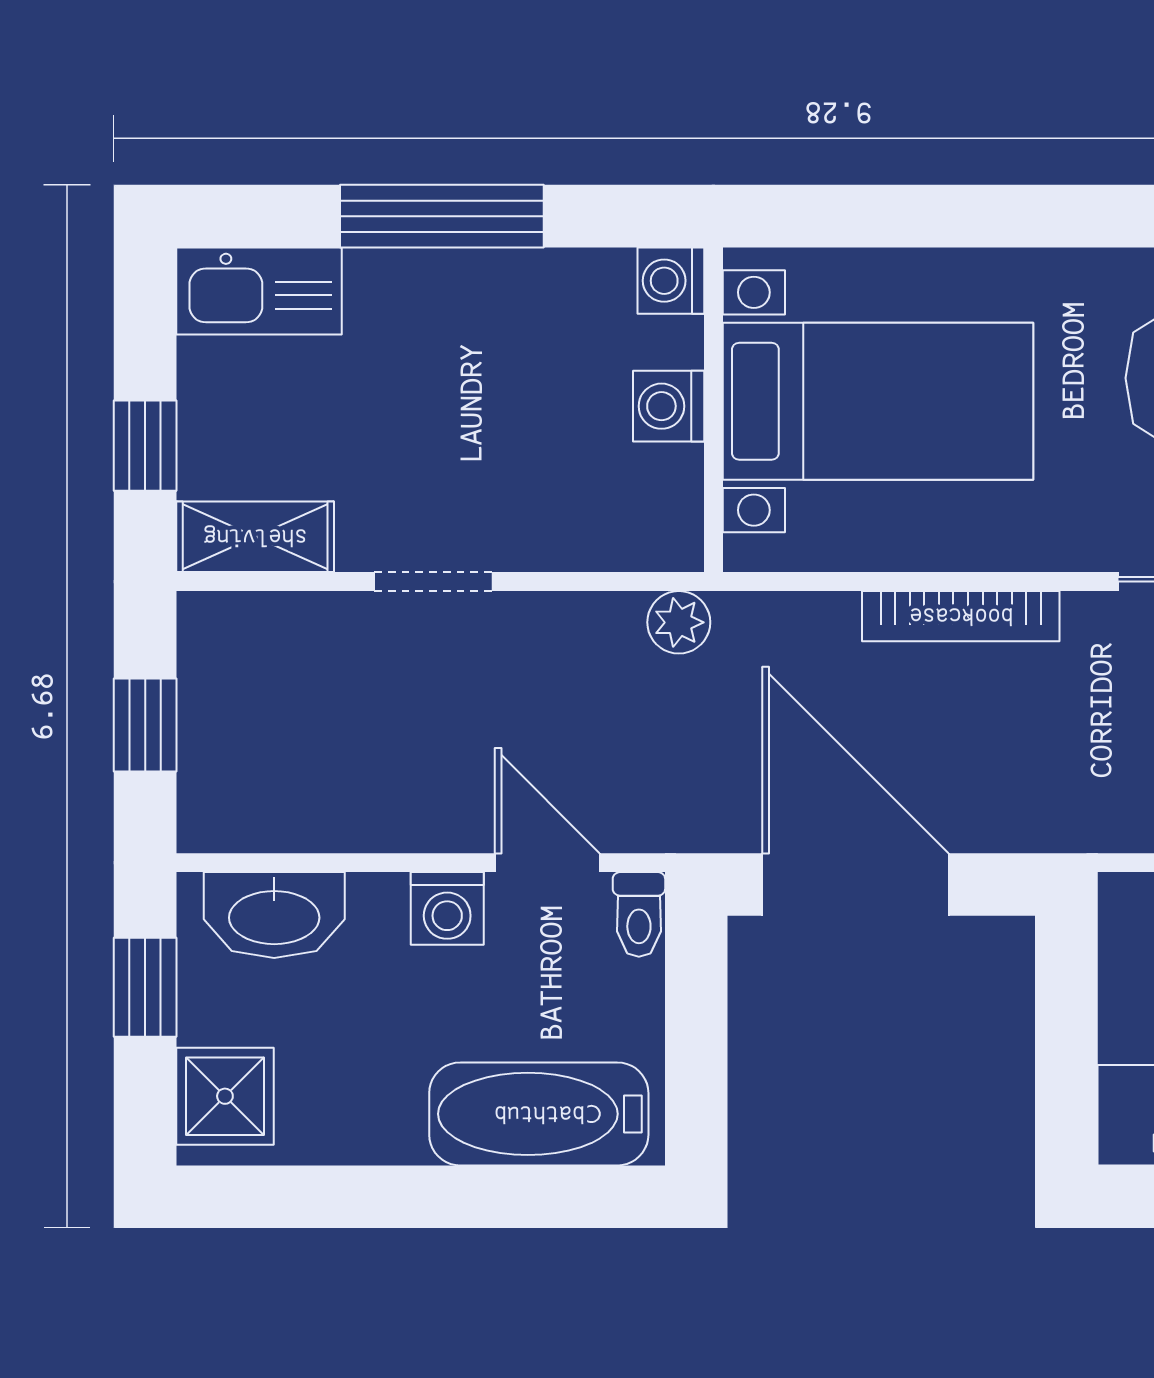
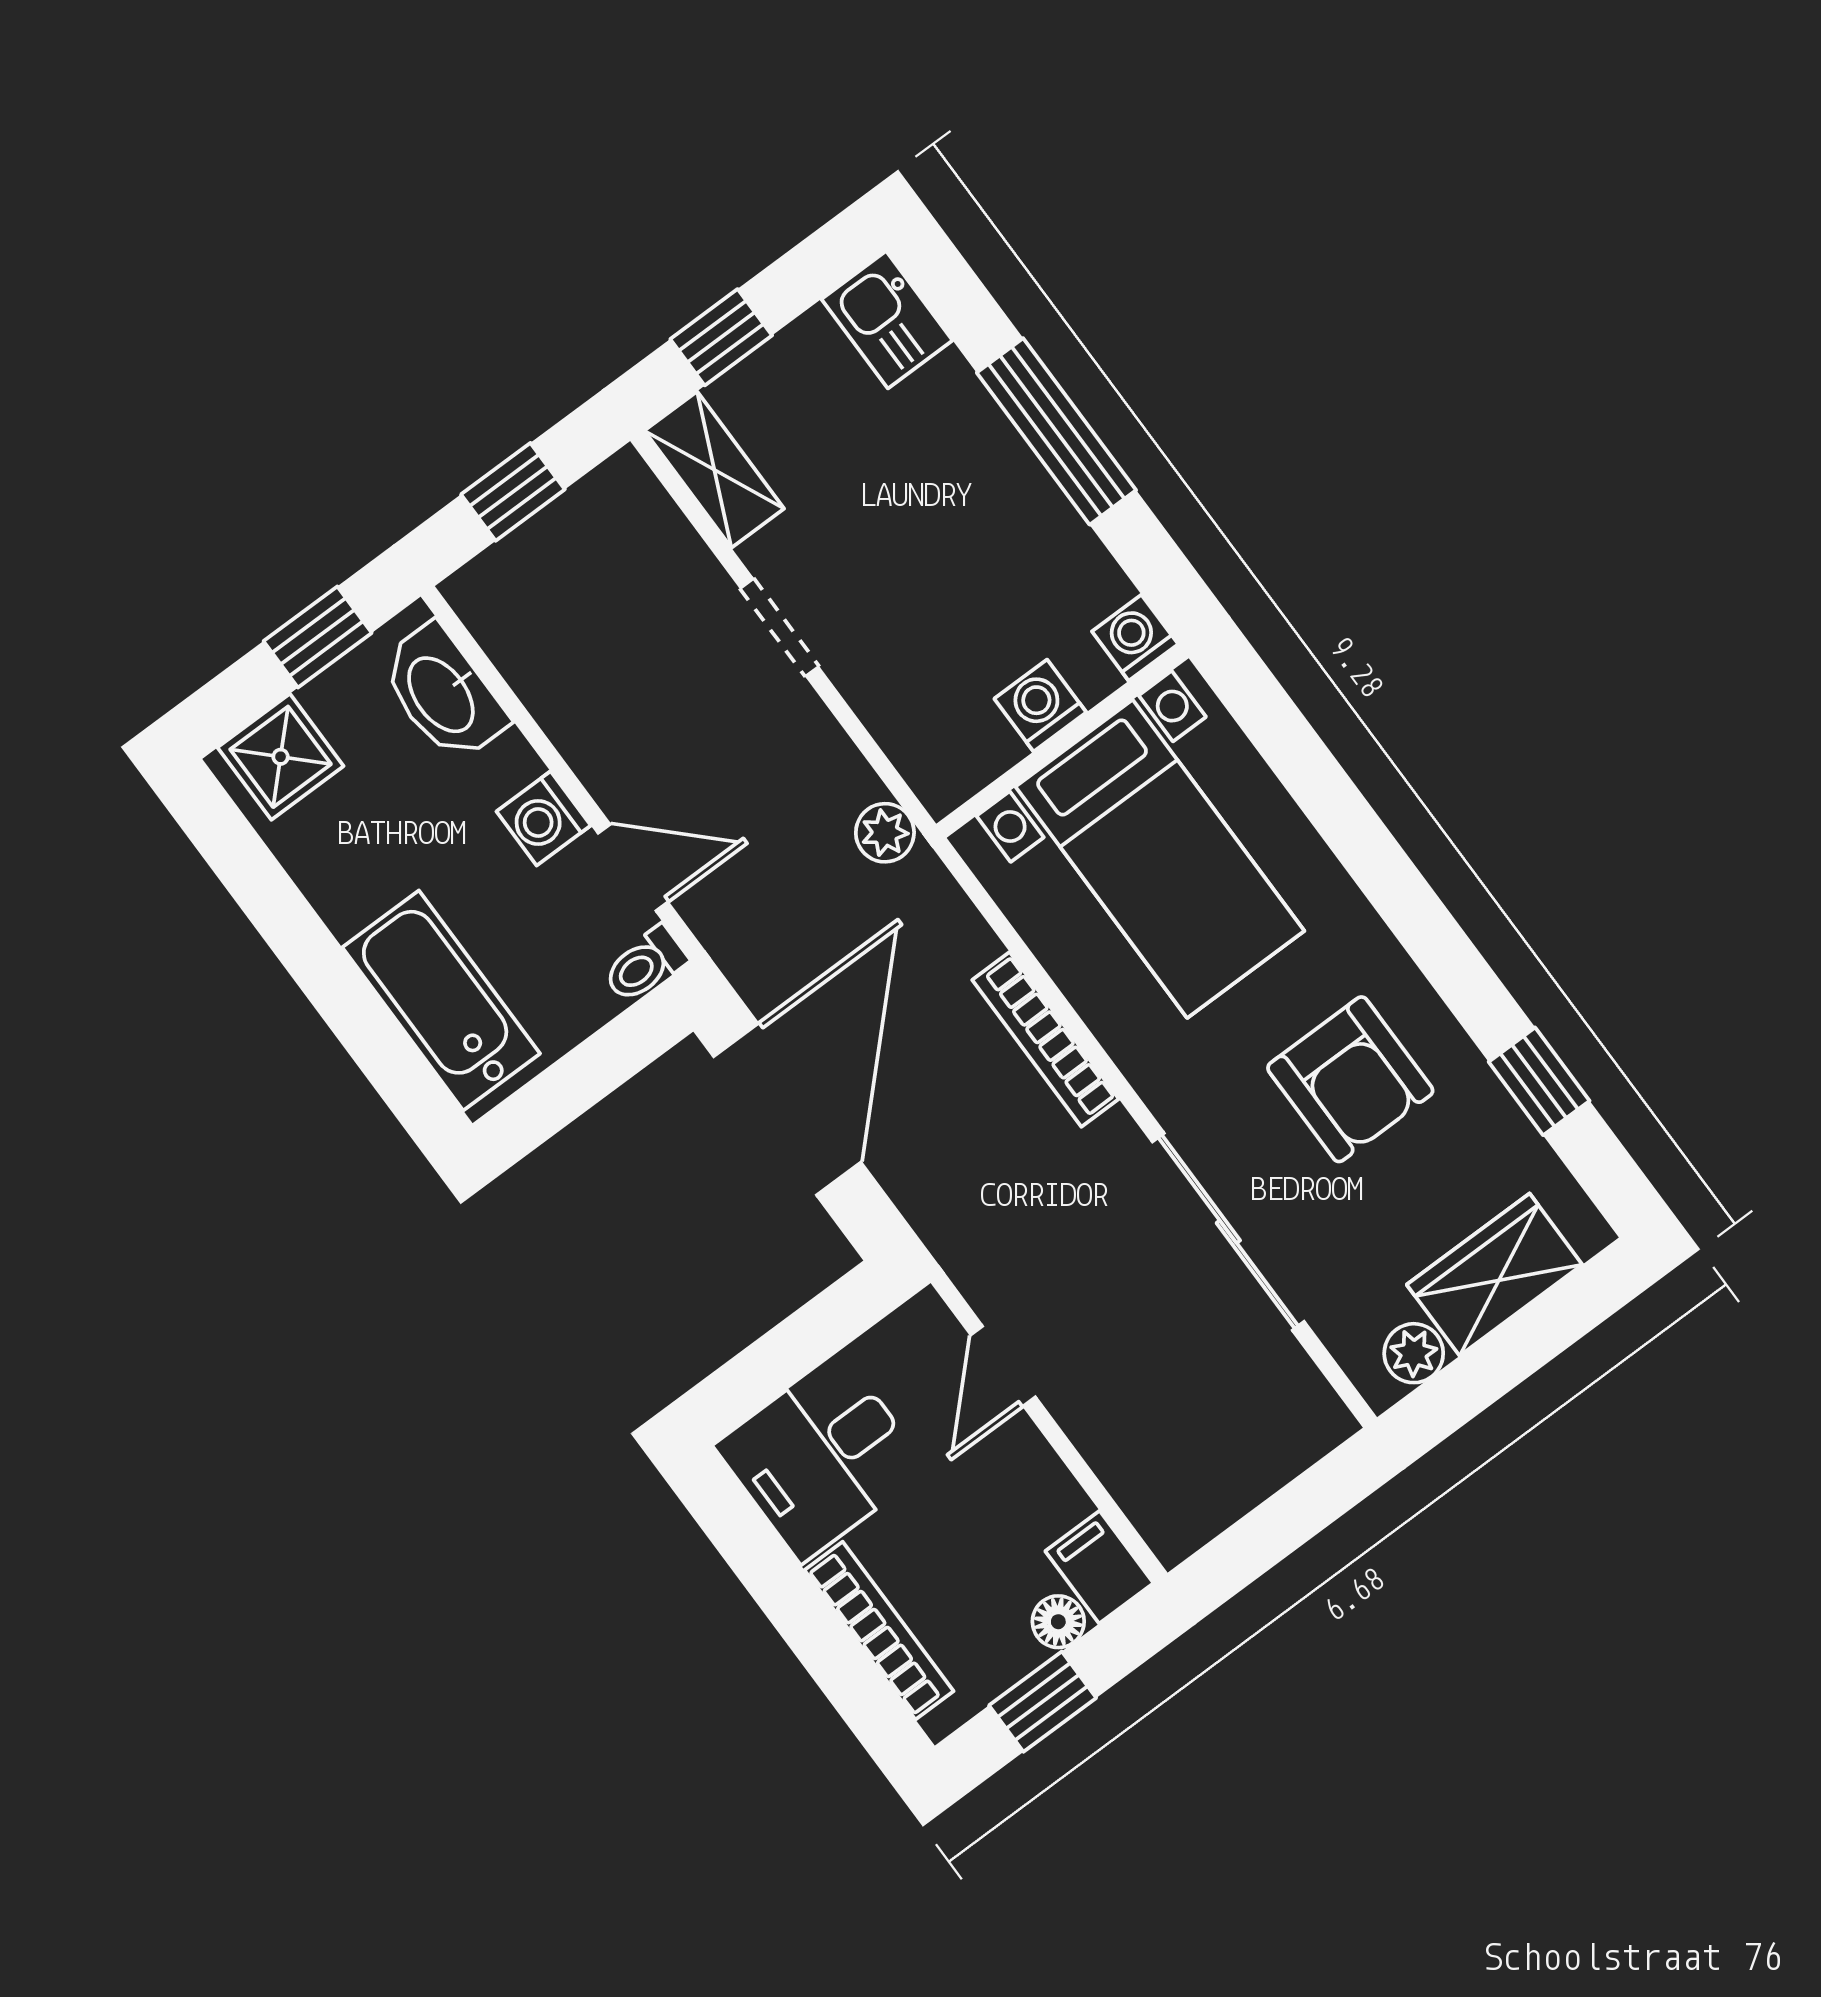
kitchen sink: (259, 291) -> (887, 320), width x0.73
door: (547, 863) -> (633, 868), hinge flipped

